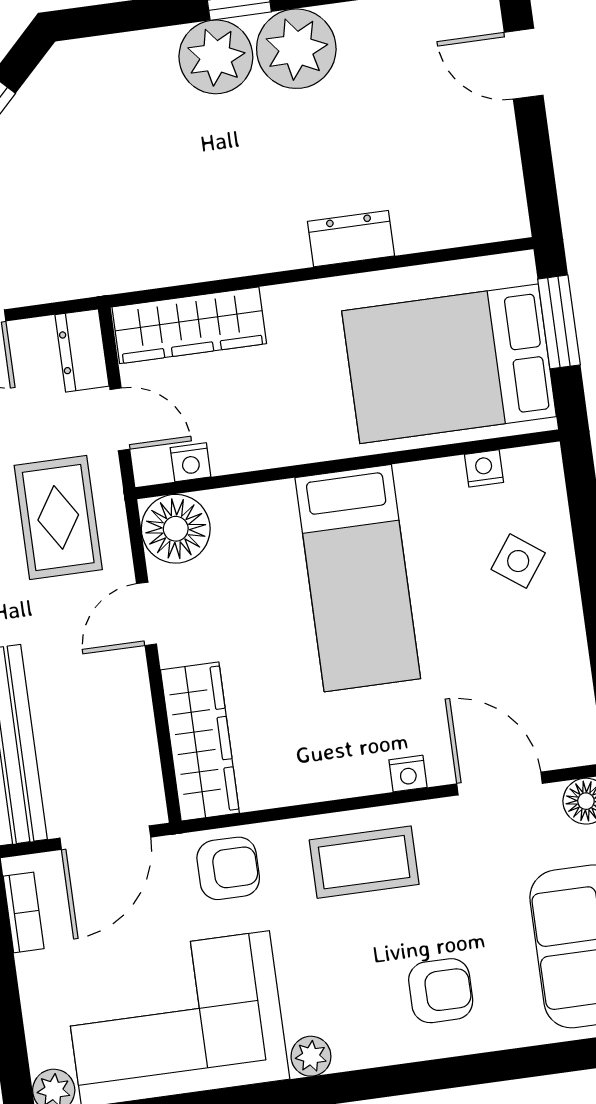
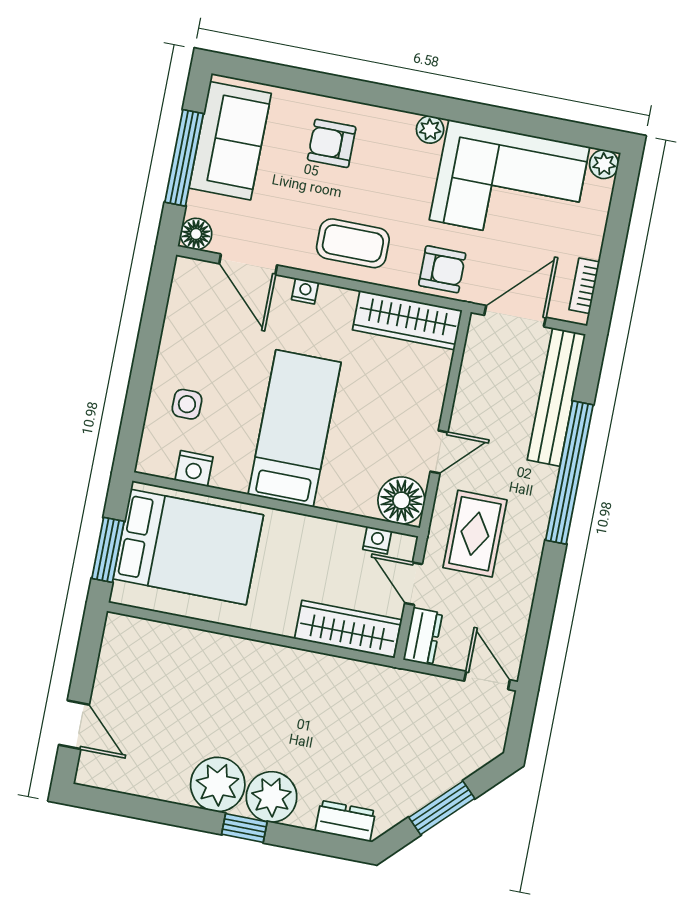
dresser: (351, 239) -> (345, 821), moved, turned 180
nightstand: (484, 468) -> (194, 469), width x1.39, depth x1.35
side table: (518, 561) -> (187, 404), turned -36
wardrobe: (200, 741) -> (407, 320), moved, turned -90
armchair: (228, 868) -> (442, 269), turned 180

